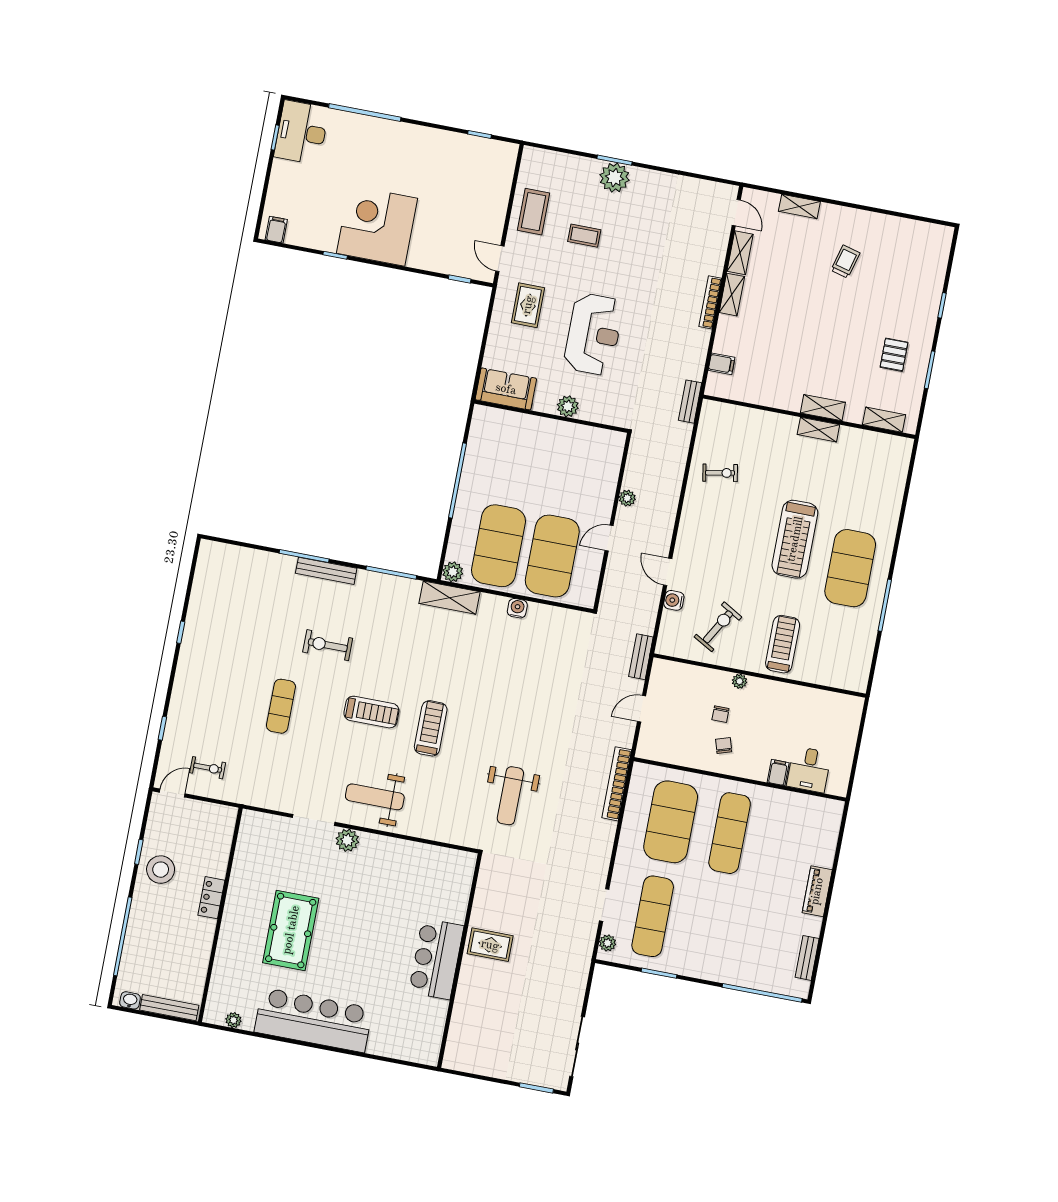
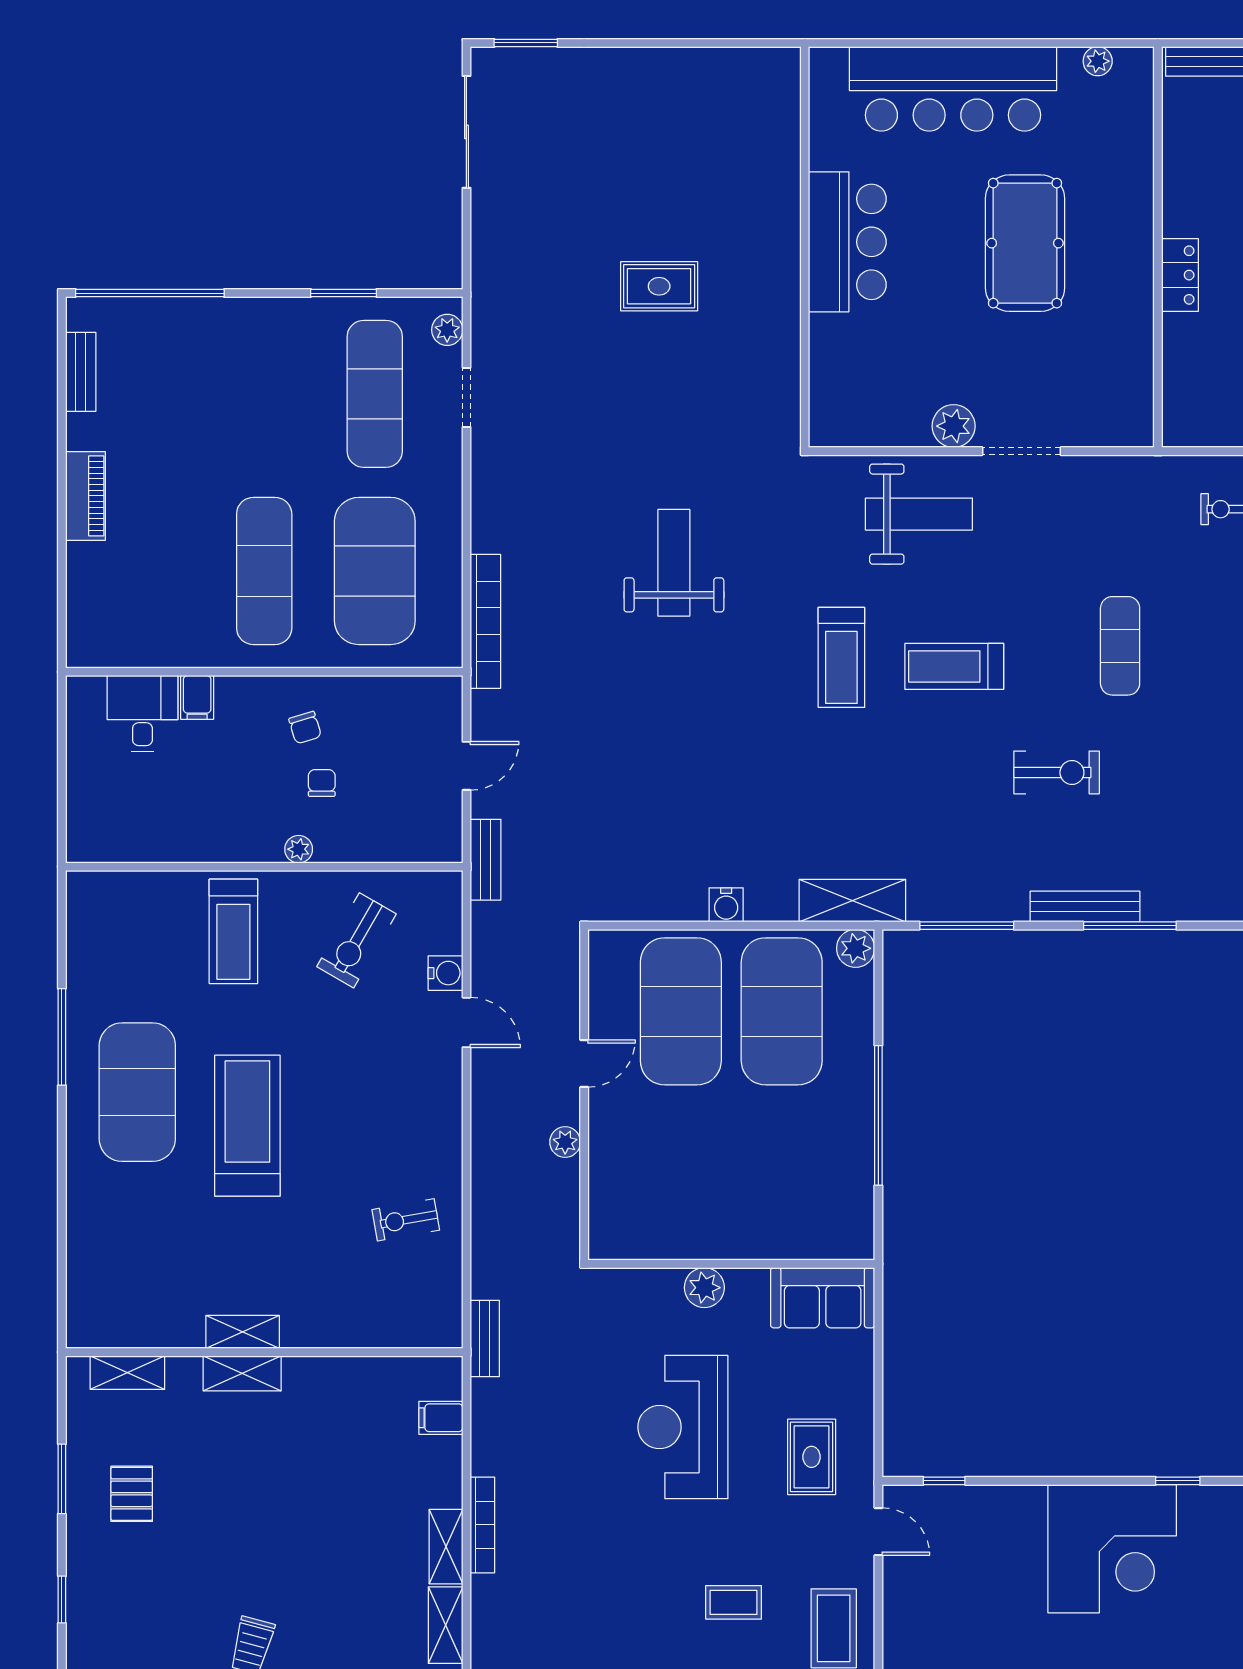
bar counter: (436, 959) -> (847, 242), moved
wall: (459, 961) -> (805, 247), moved

